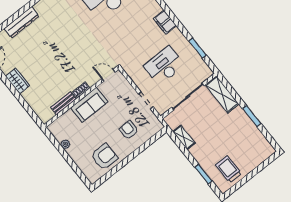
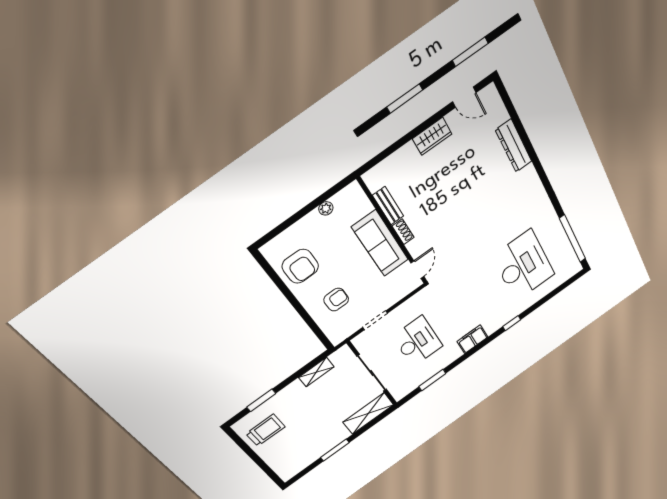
sofa: (89, 105) -> (380, 243), width x1.36

